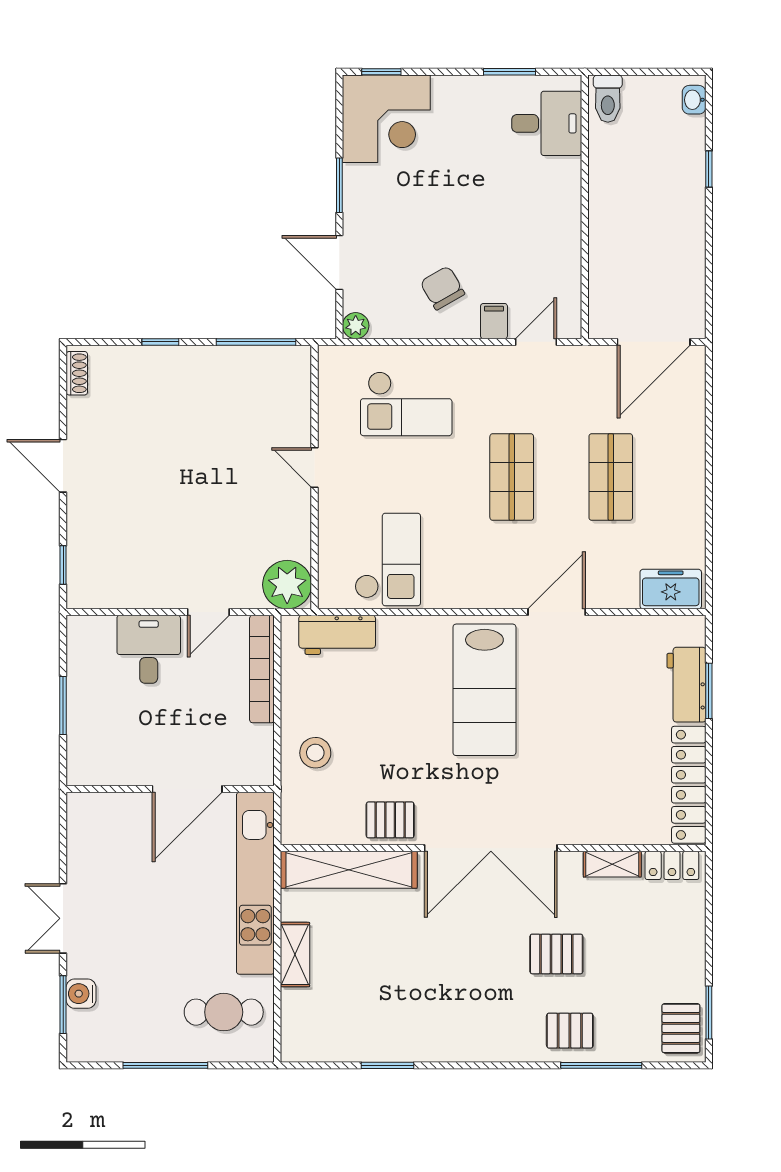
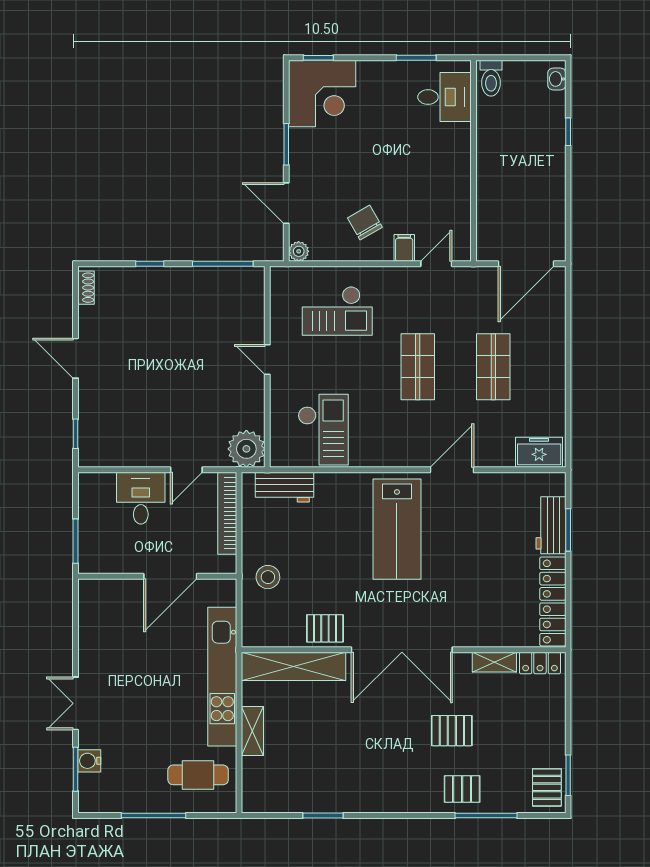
wall: (170, 789) -> (157, 576), moved
door: (187, 789) -> (170, 576), moved

